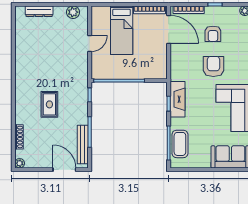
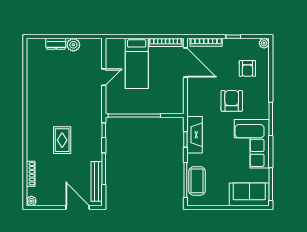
dresser: (39, 11) -> (56, 44), width x0.70
plant: (73, 12) -> (73, 45), moved
armchair: (213, 34) -> (247, 68), moved

